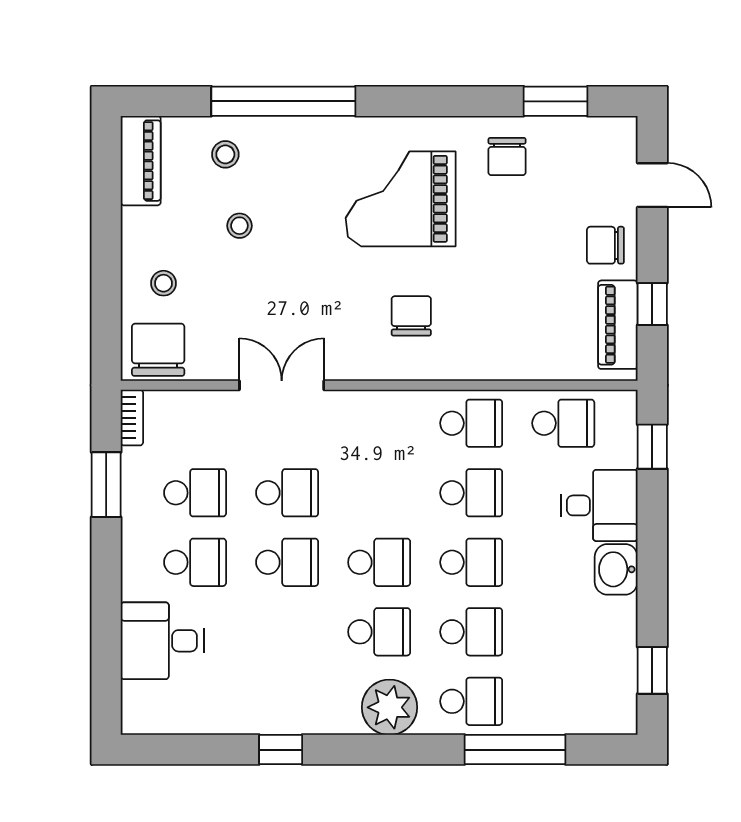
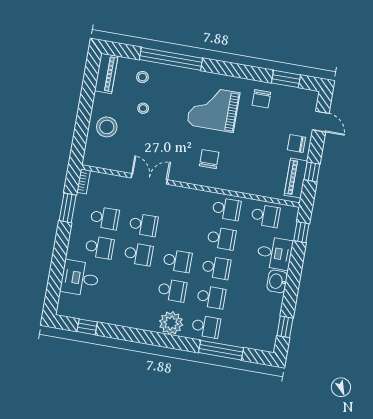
stool: (163, 283) -> (107, 127), width x1.89, depth x1.89
chair: (158, 350) -> (100, 155), removed
window: (281, 750) -> (87, 327), moved

